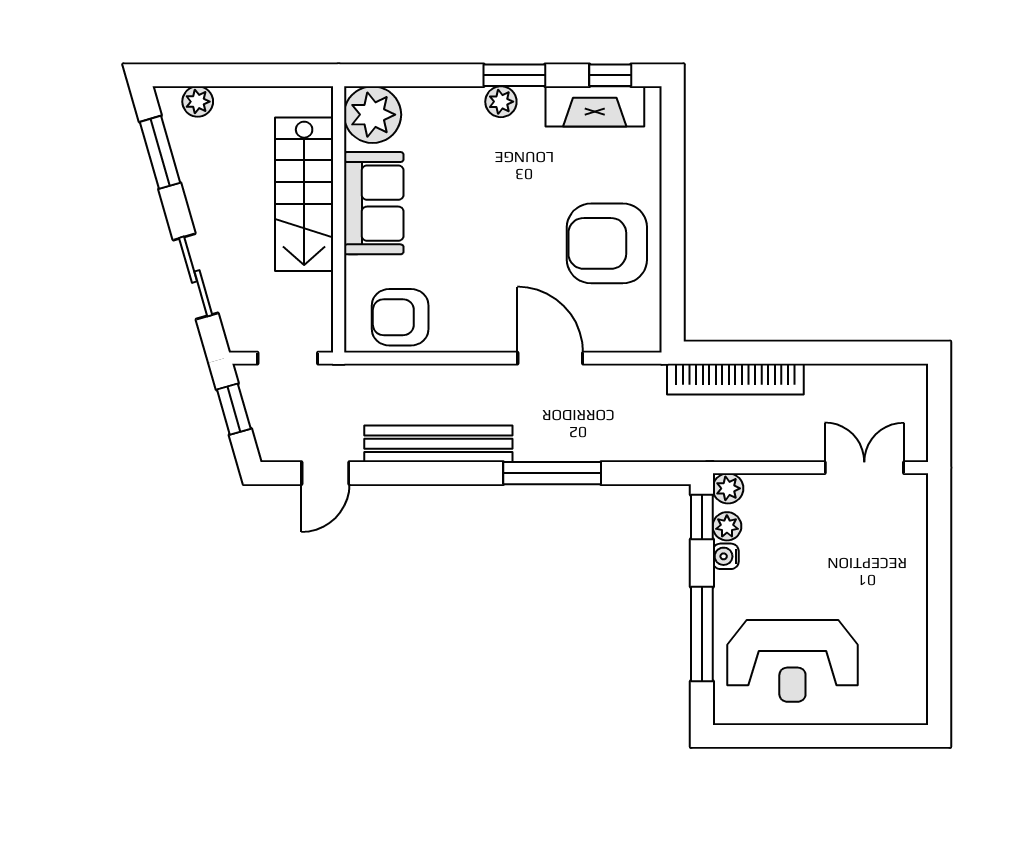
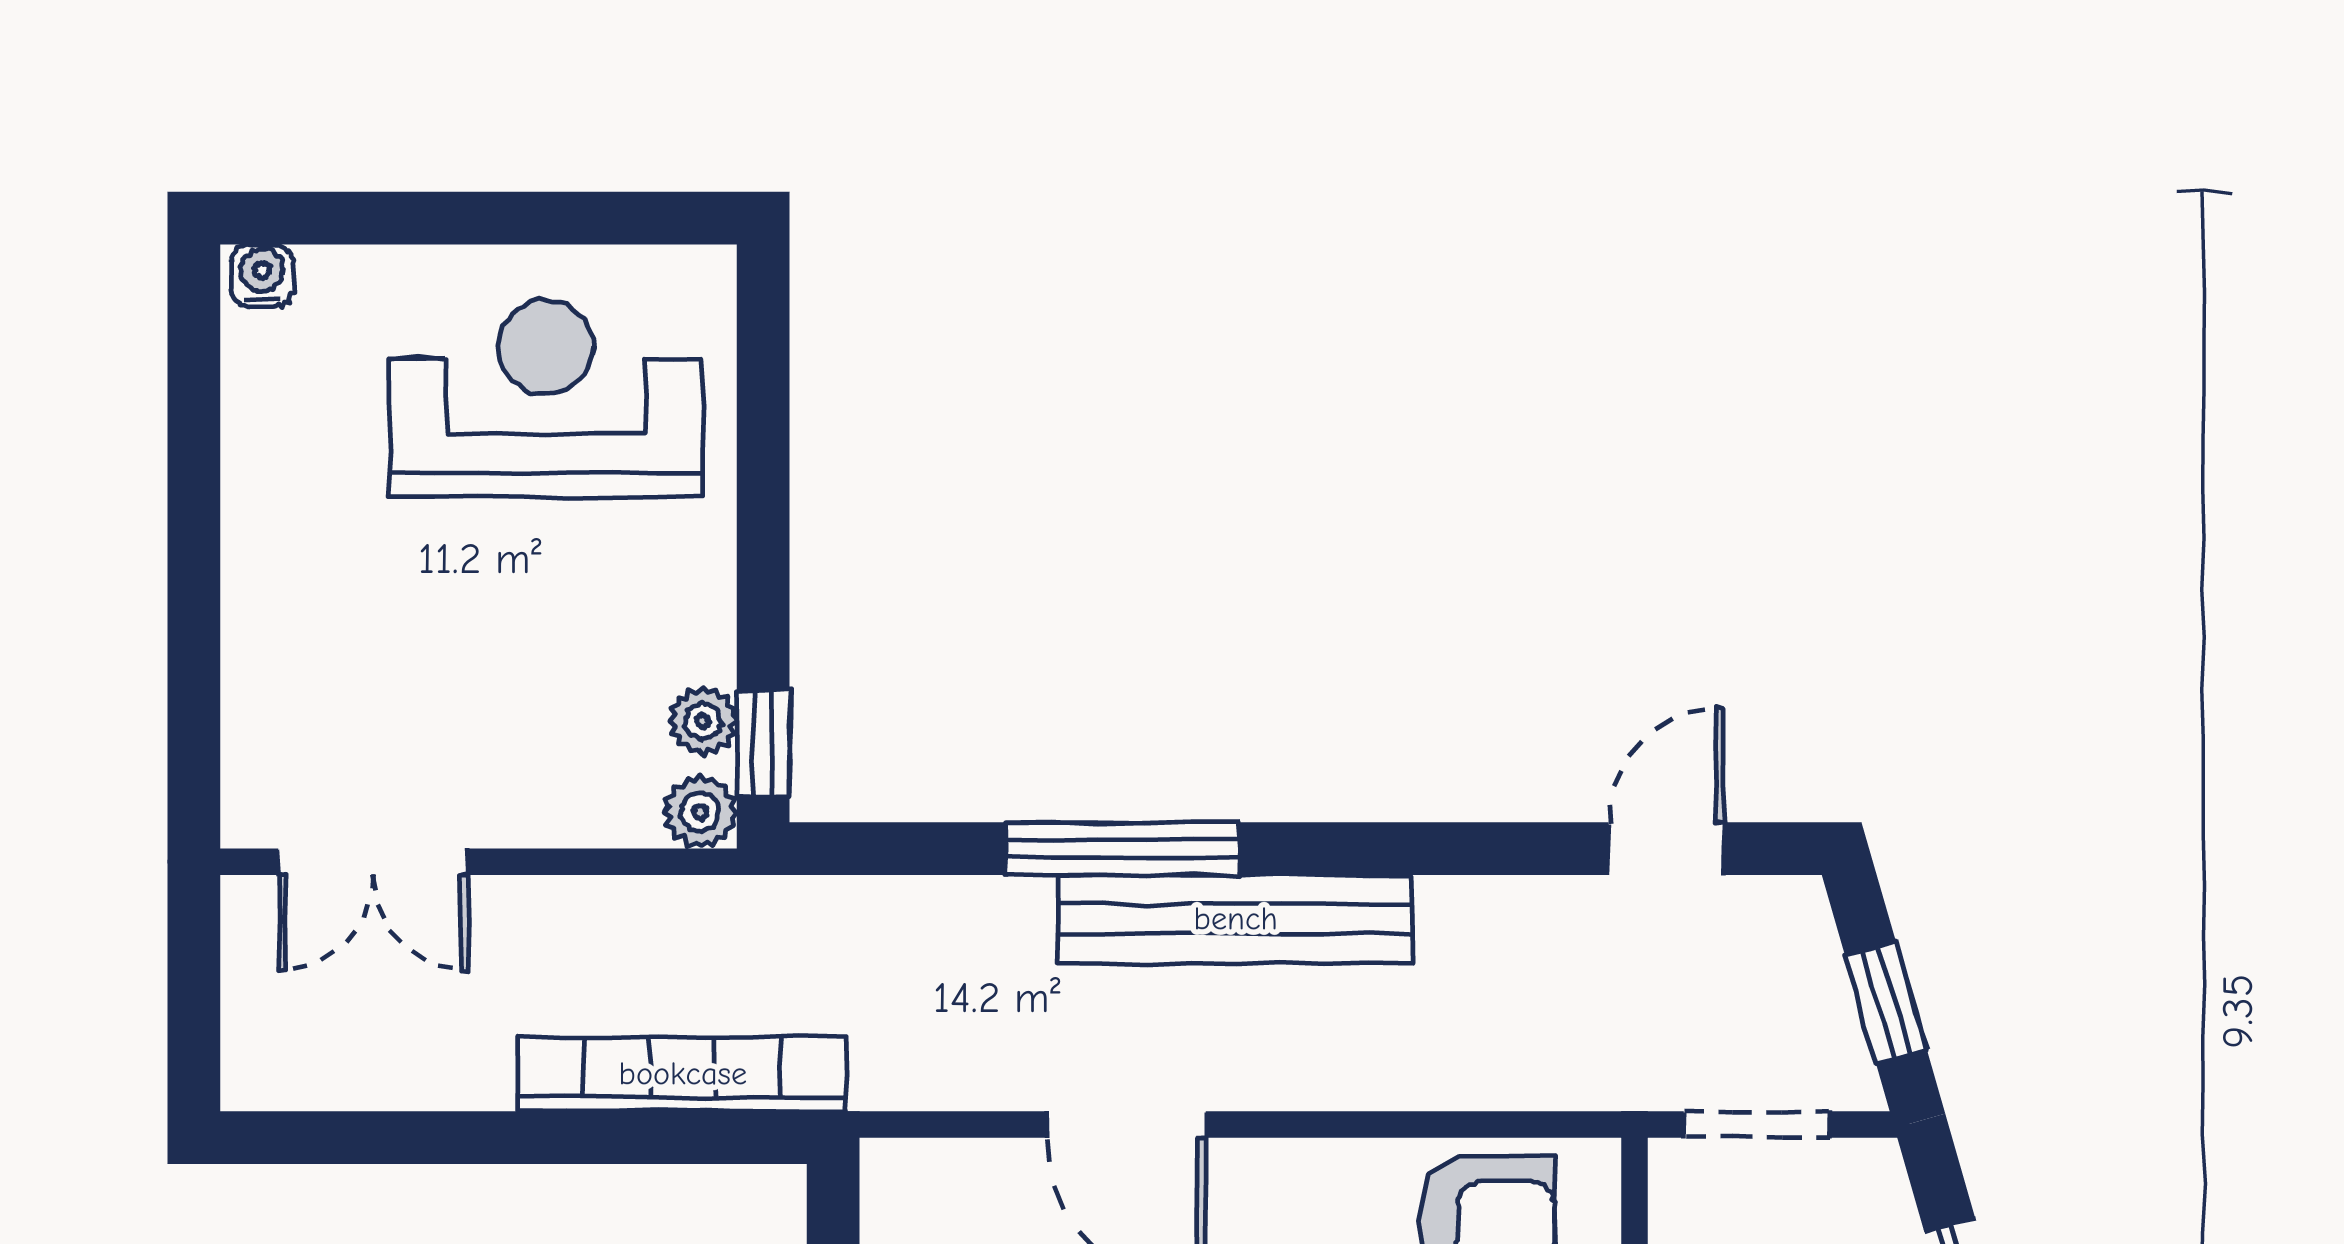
bench: (438, 444) -> (1236, 919), moved
water cooler: (726, 556) -> (262, 275), moved, turned -90
window: (702, 634) -> (763, 463), removed

